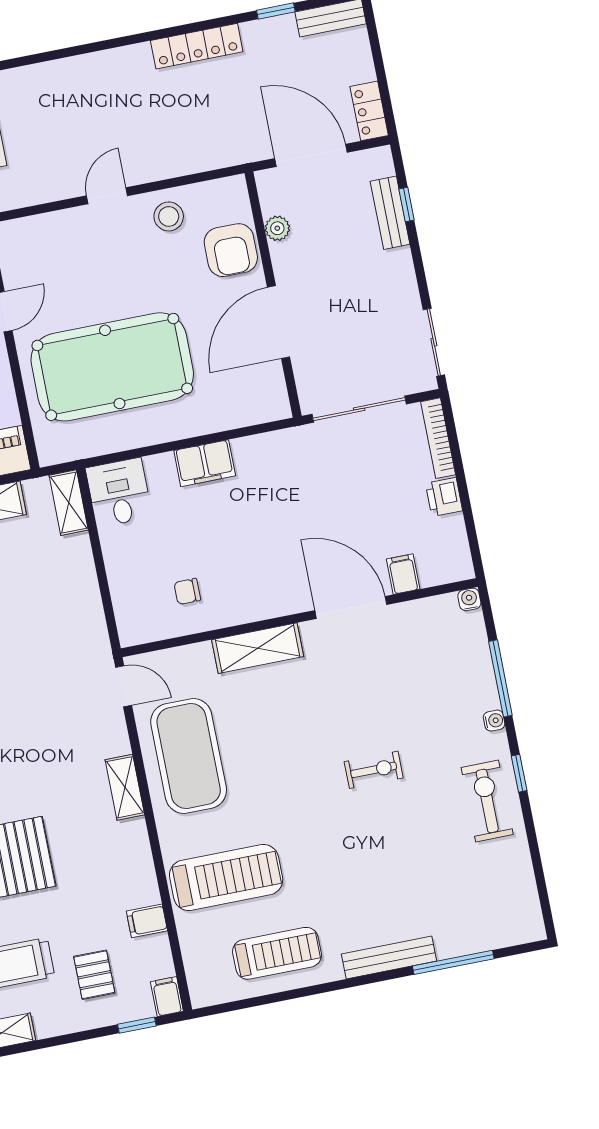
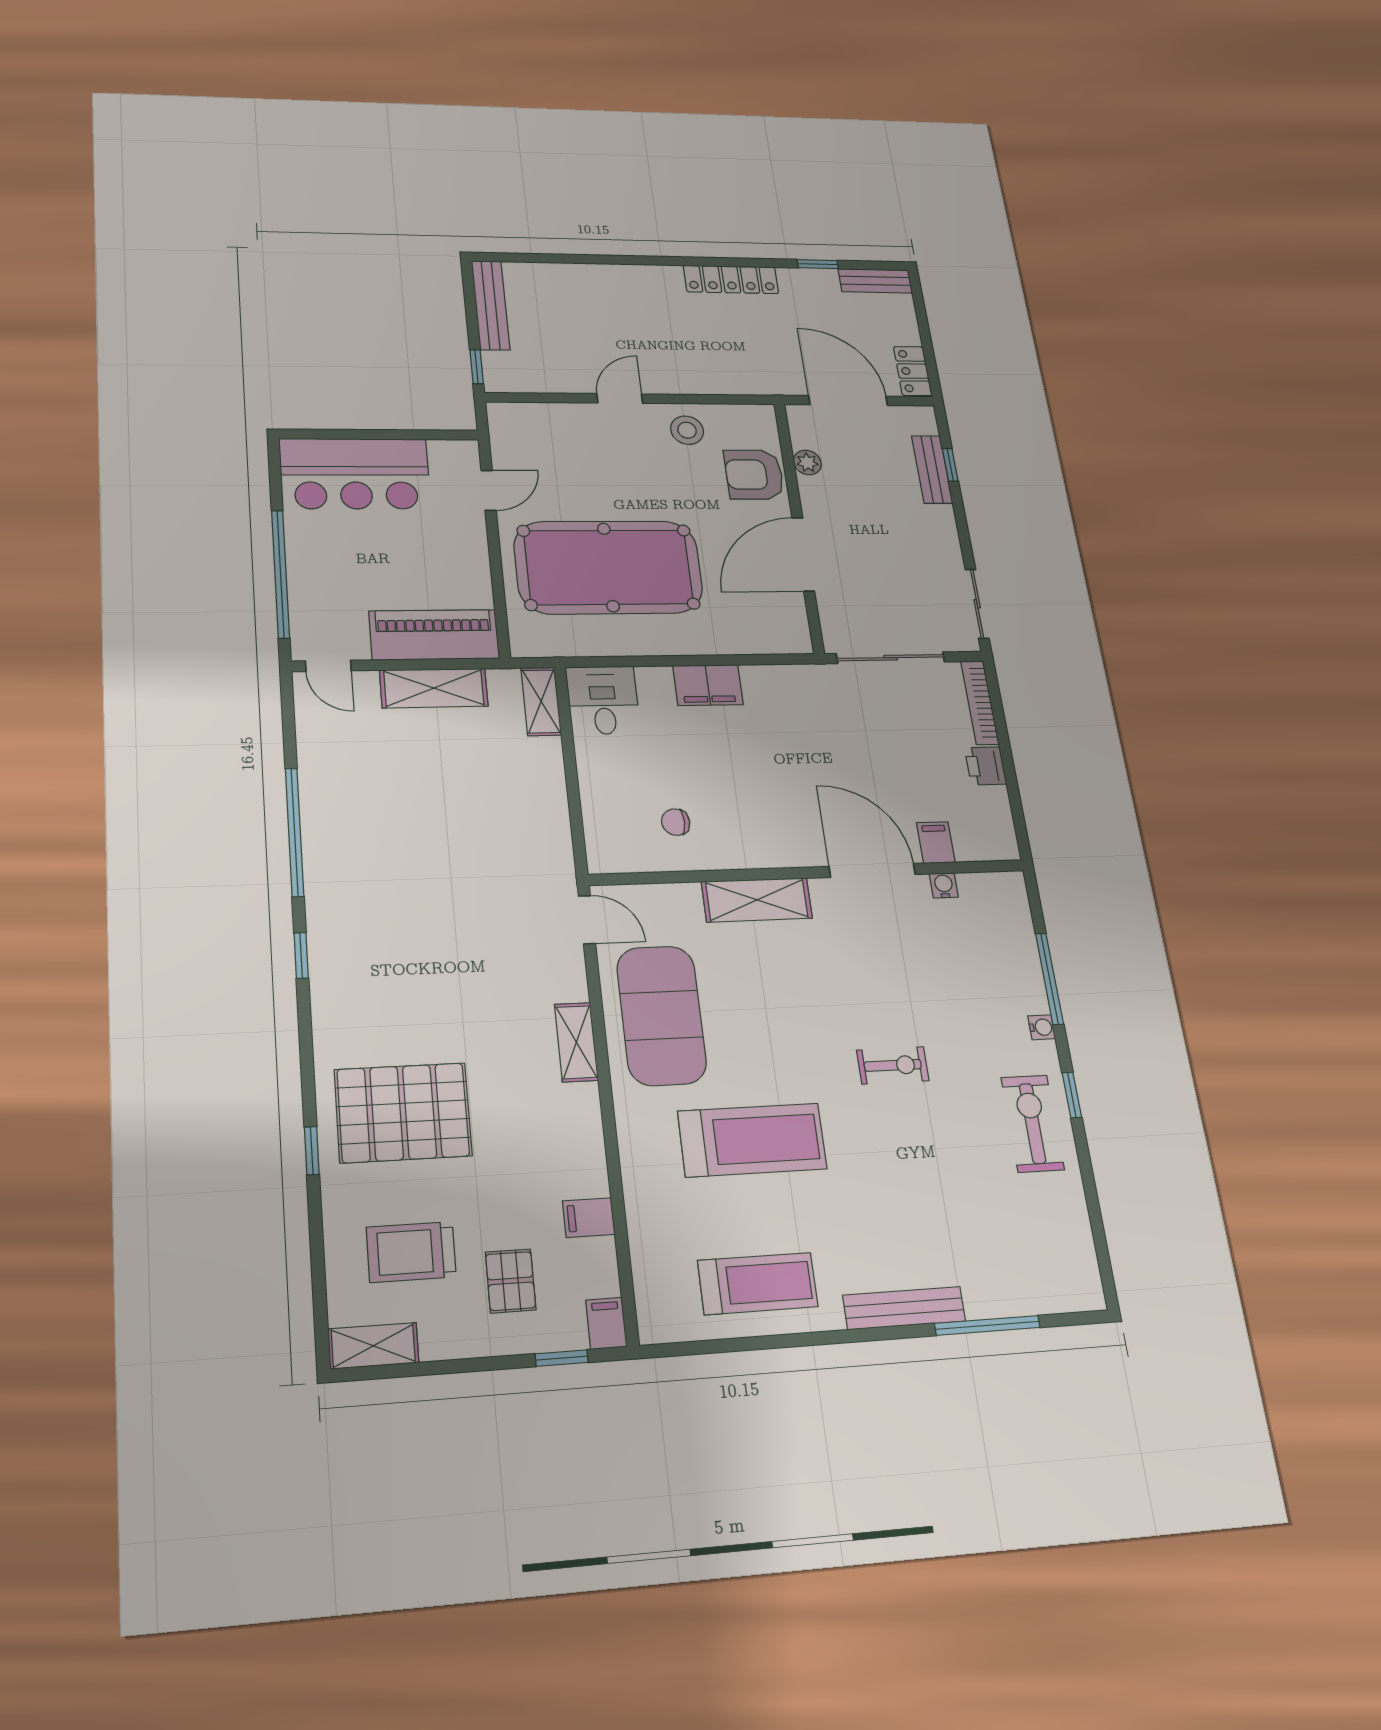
armchair: (231, 250) -> (754, 475), turned 90
water cooler: (469, 599) -> (944, 885), moved
treadmill: (226, 878) -> (752, 1140), moved

